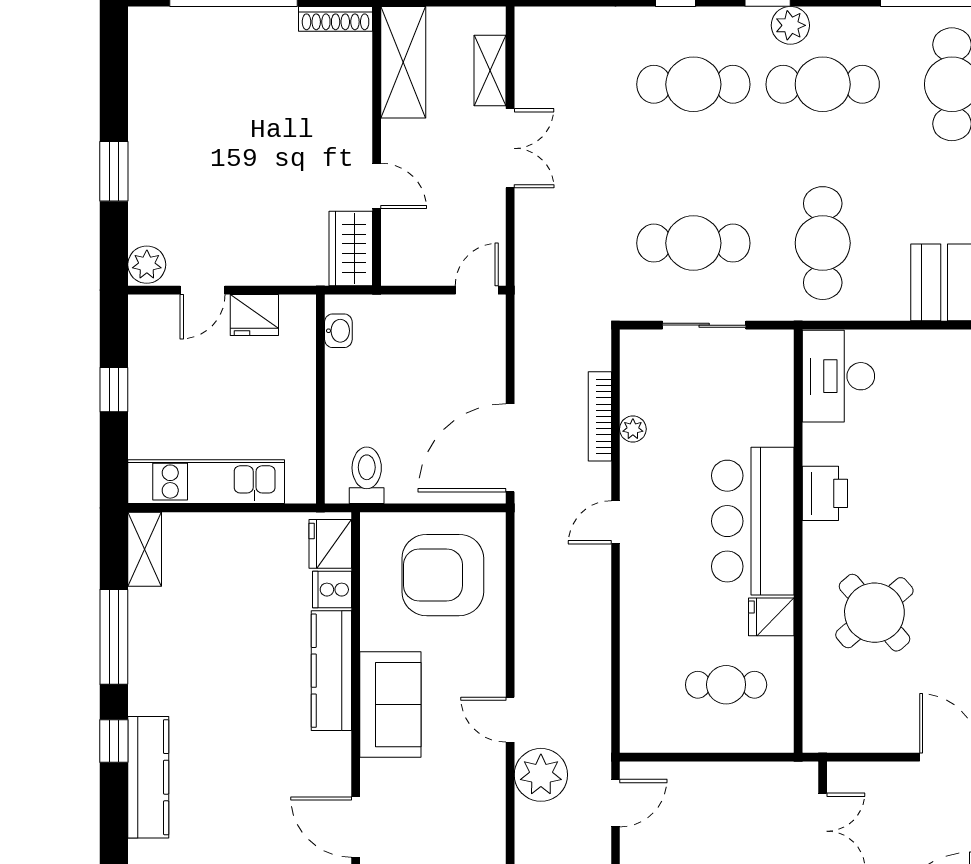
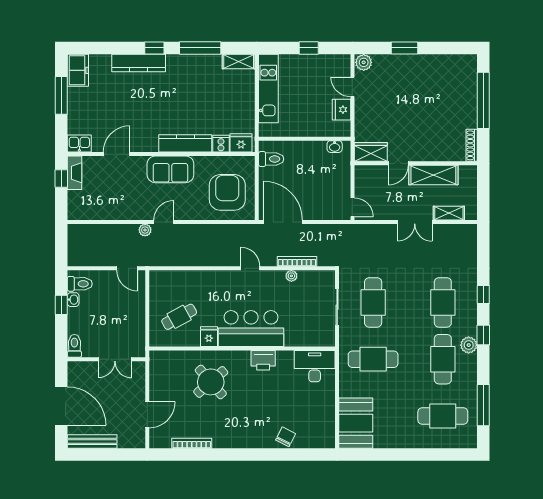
shelving: (403, 62) -> (433, 175), moved
cafe table: (726, 685) -> (179, 317), turned 61
plant: (541, 775) -> (145, 230), width x0.53, depth x0.53

